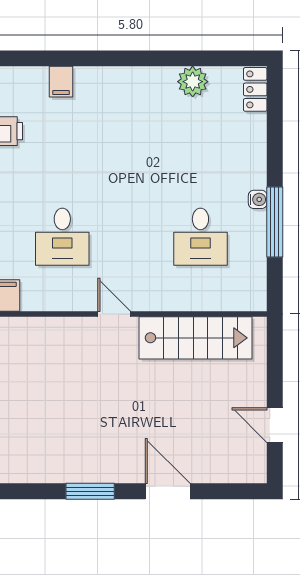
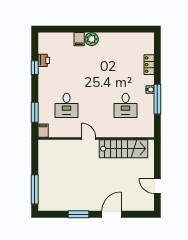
filing cabinet: (61, 82) -> (79, 39), moved
plant: (193, 82) -> (92, 39), moved
locker: (255, 89) -> (149, 65), moved
door: (168, 491) -> (112, 214), hinge flipped

